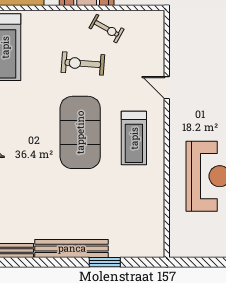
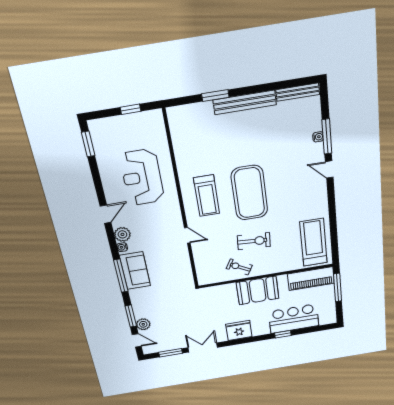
treadmill: (134, 138) -> (207, 196), turned 180
window: (205, 262) -> (130, 109), added

